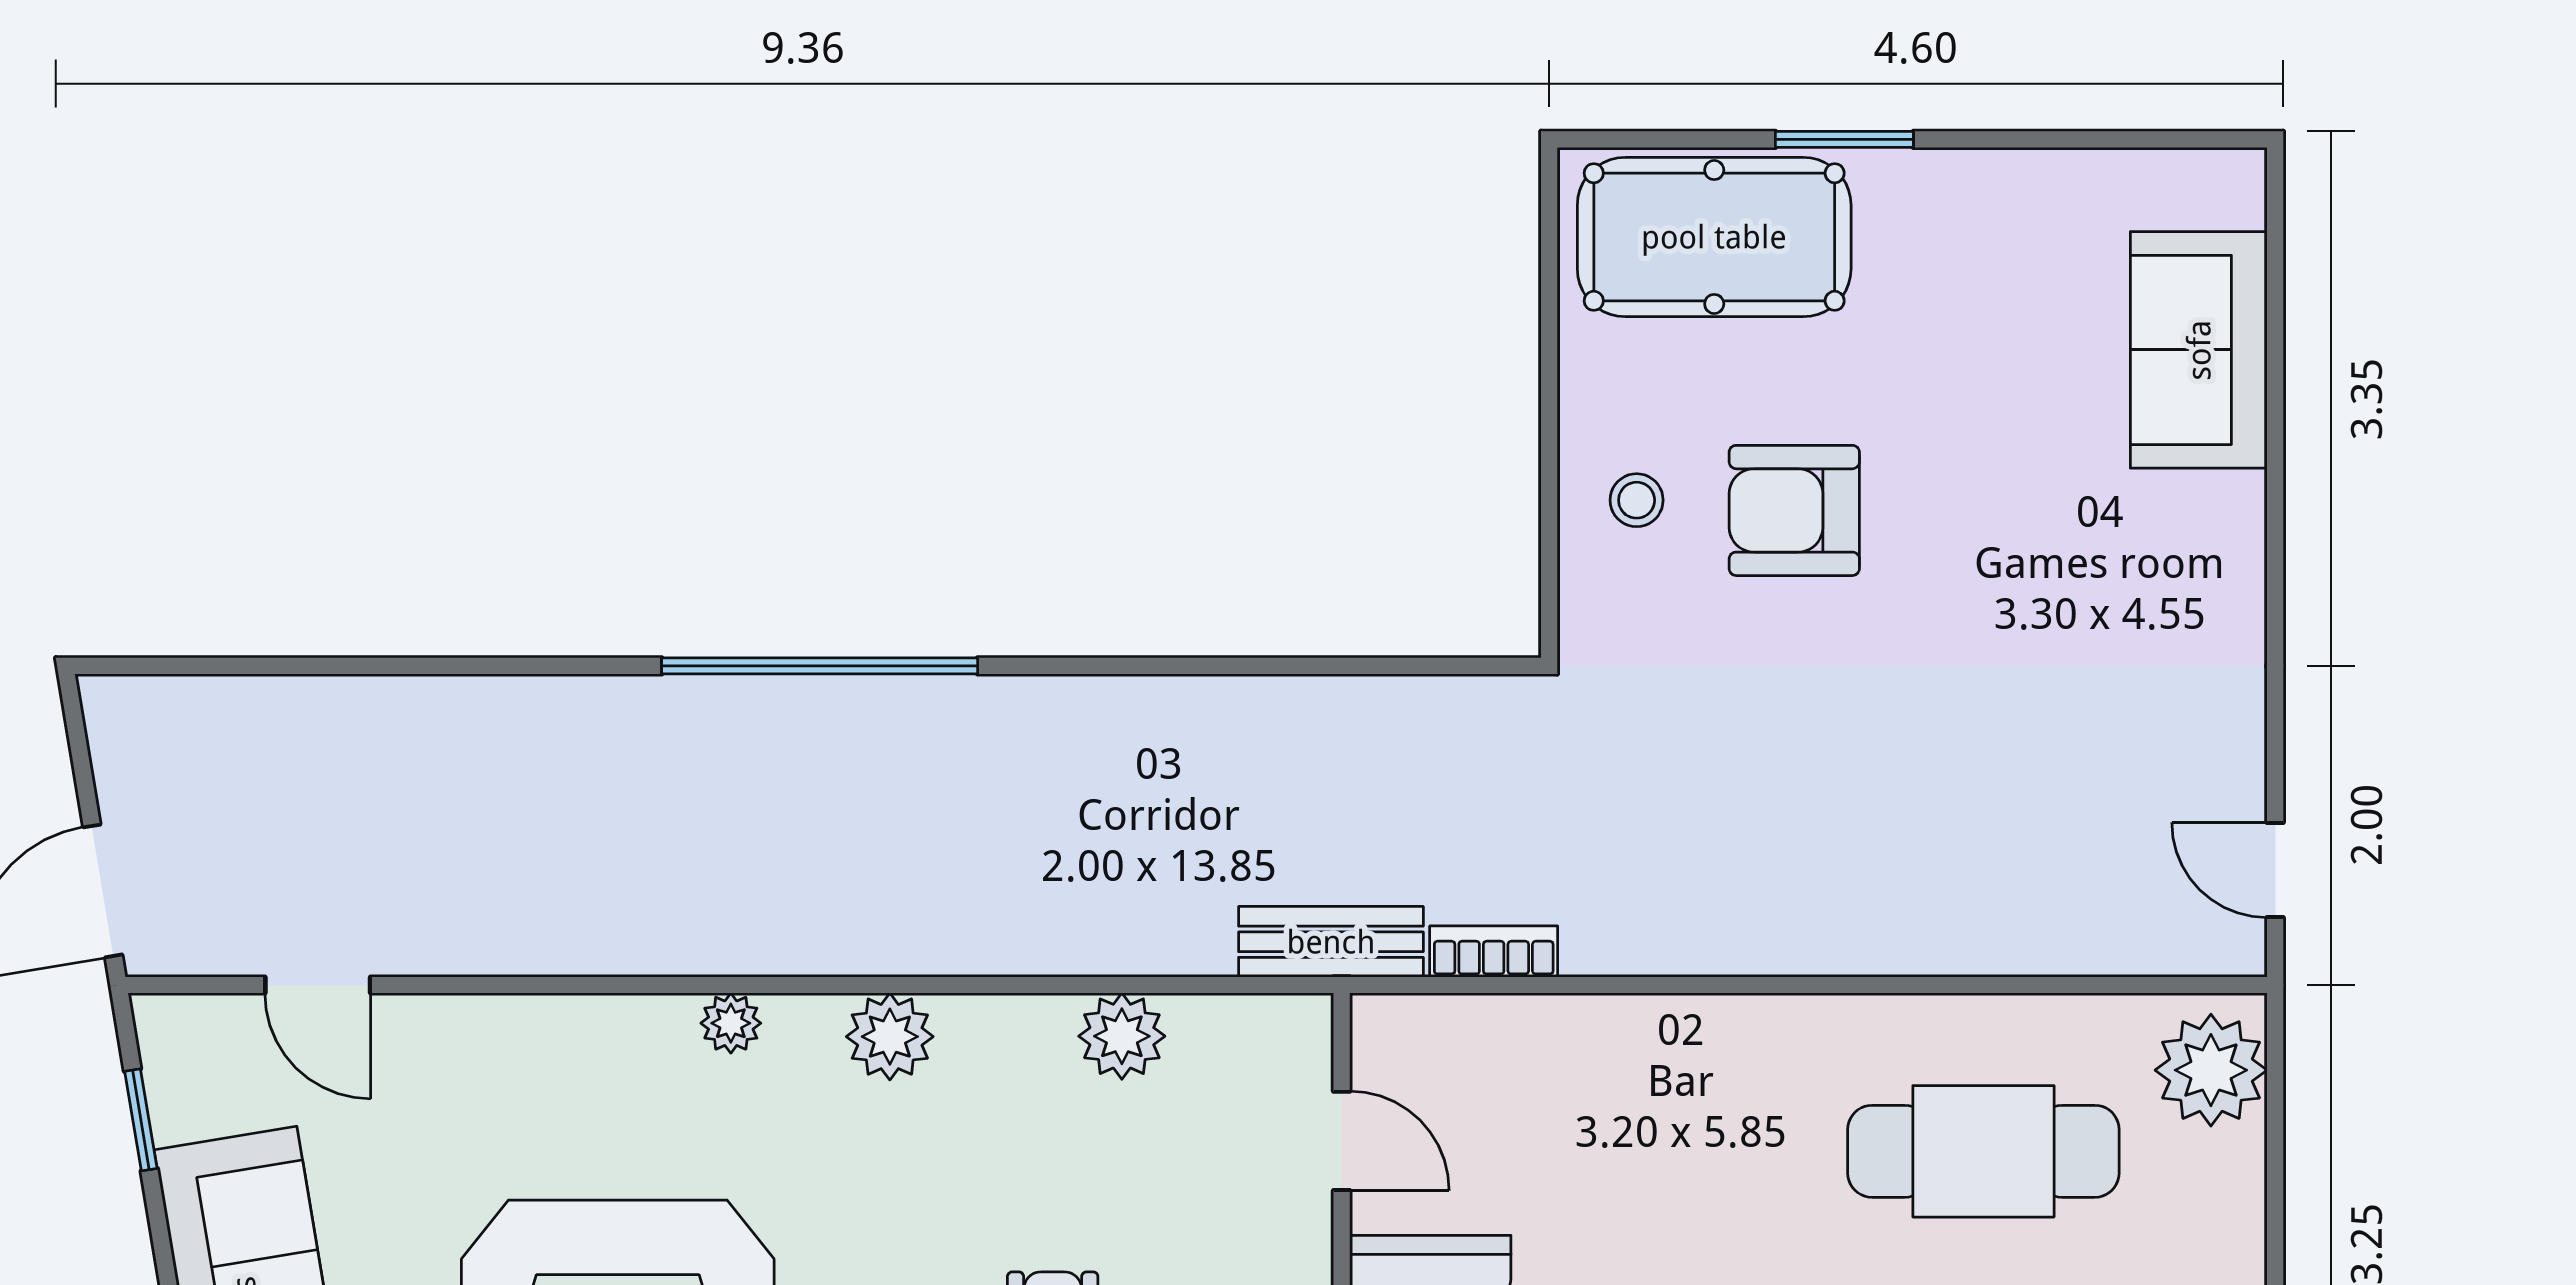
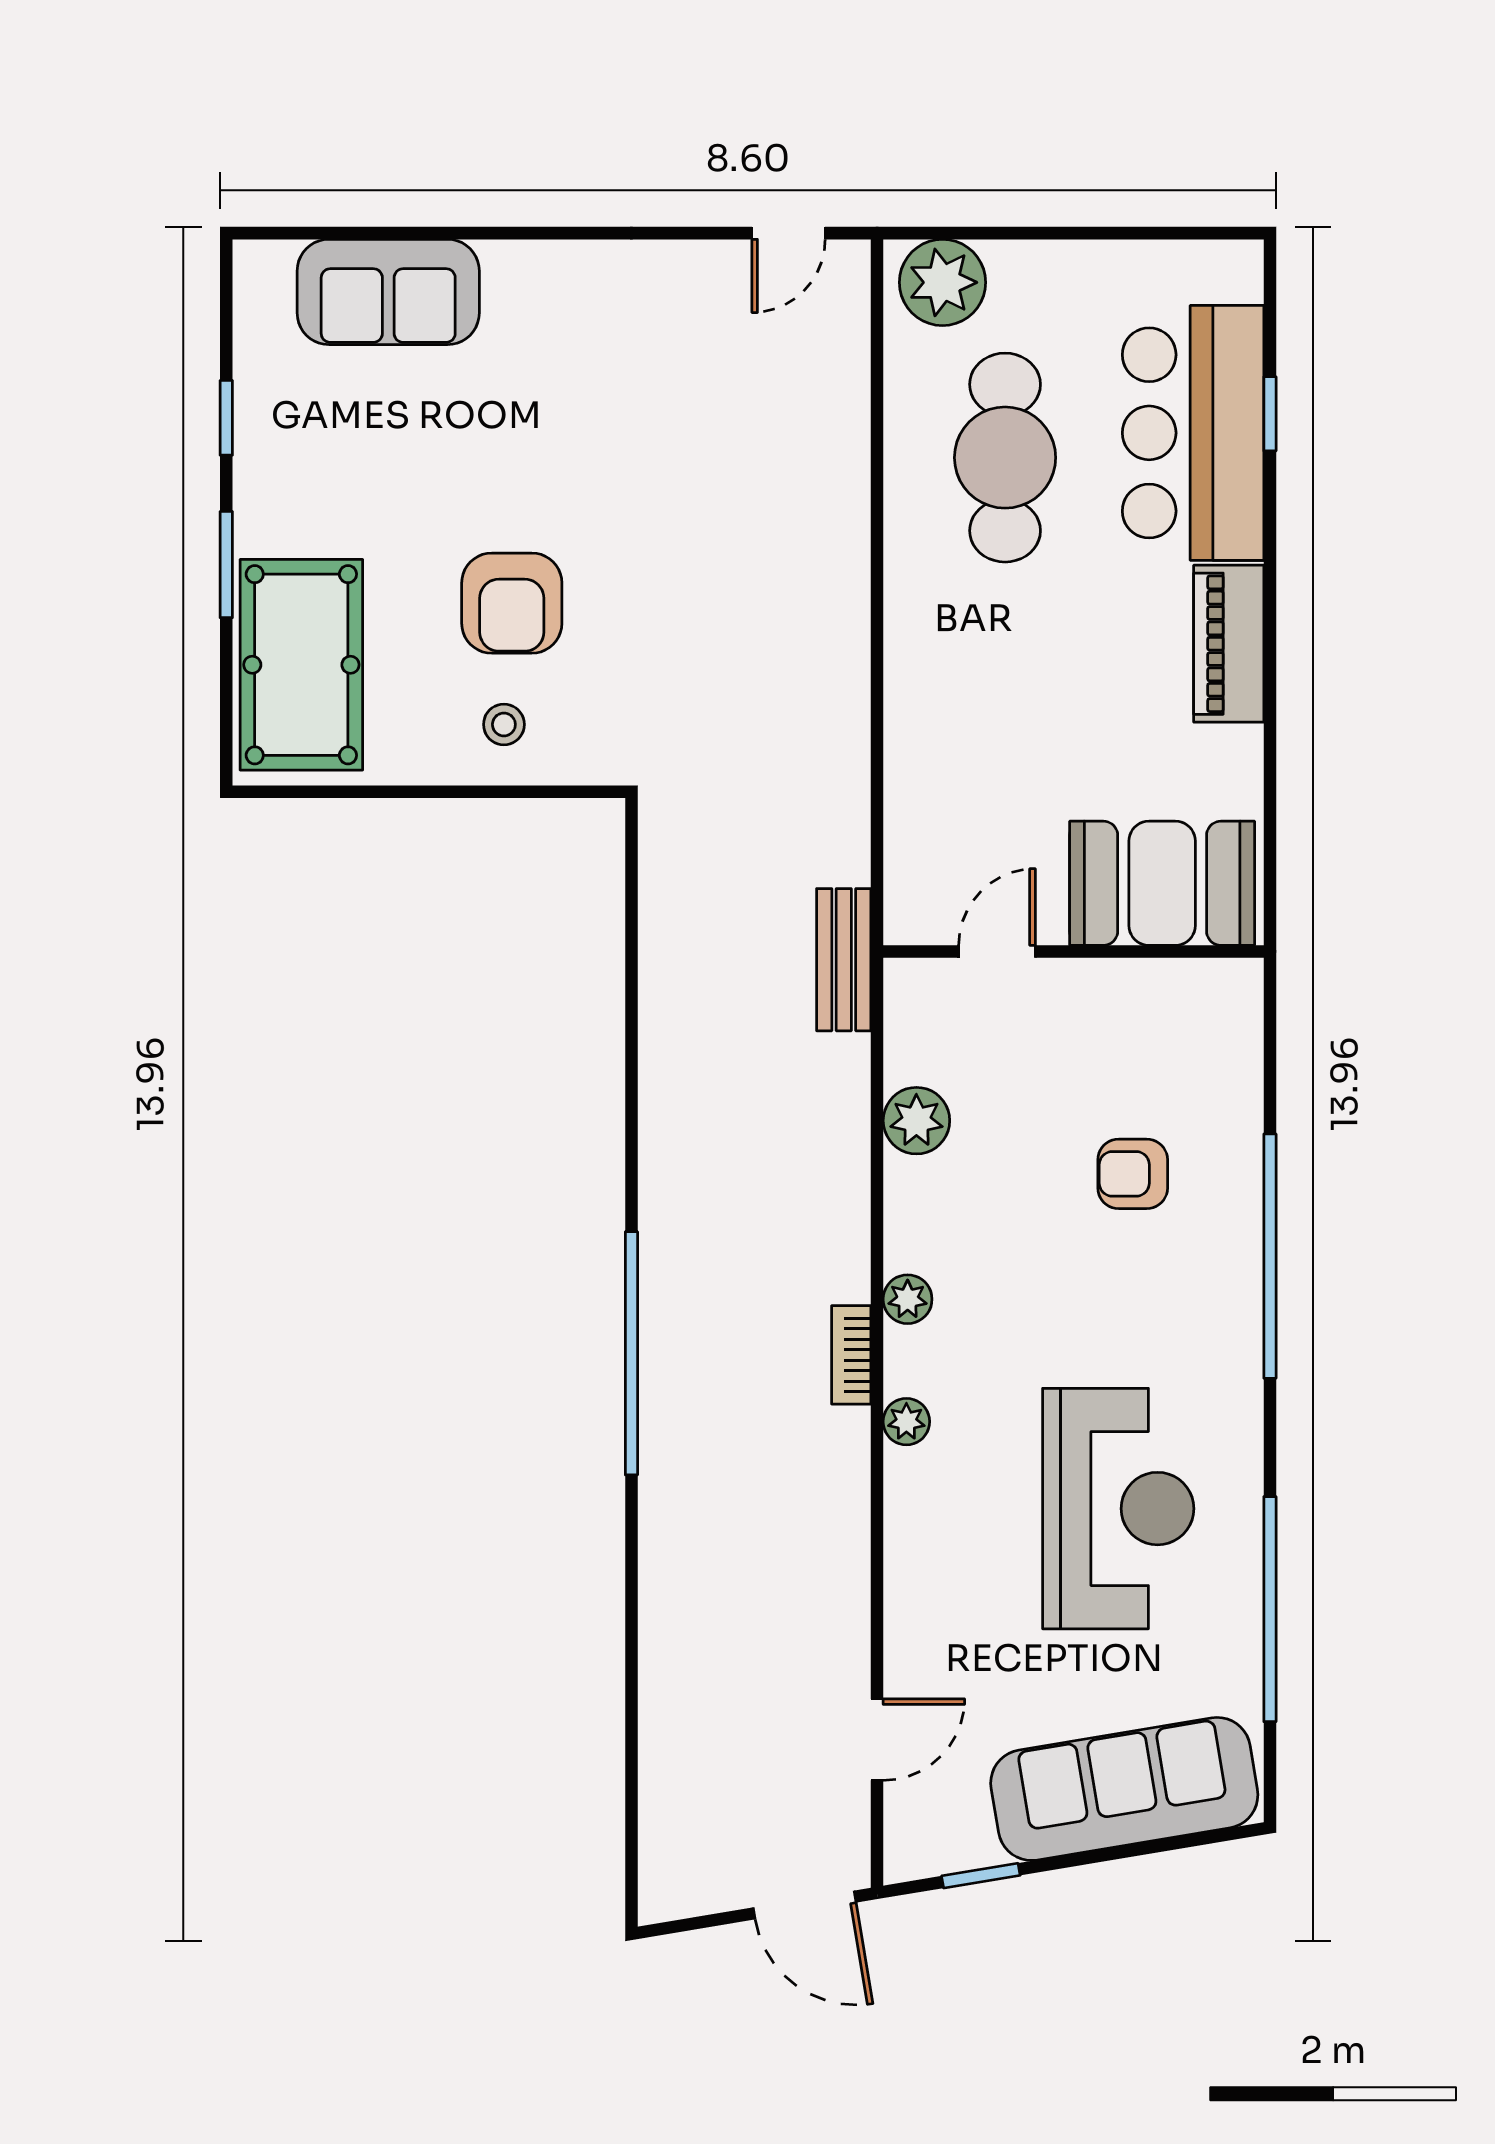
window: (2035, 139) -> (226, 418), added
bookcase: (1494, 951) -> (851, 1355), moved
plant: (890, 1037) -> (908, 1299), width x0.73, depth x0.73

